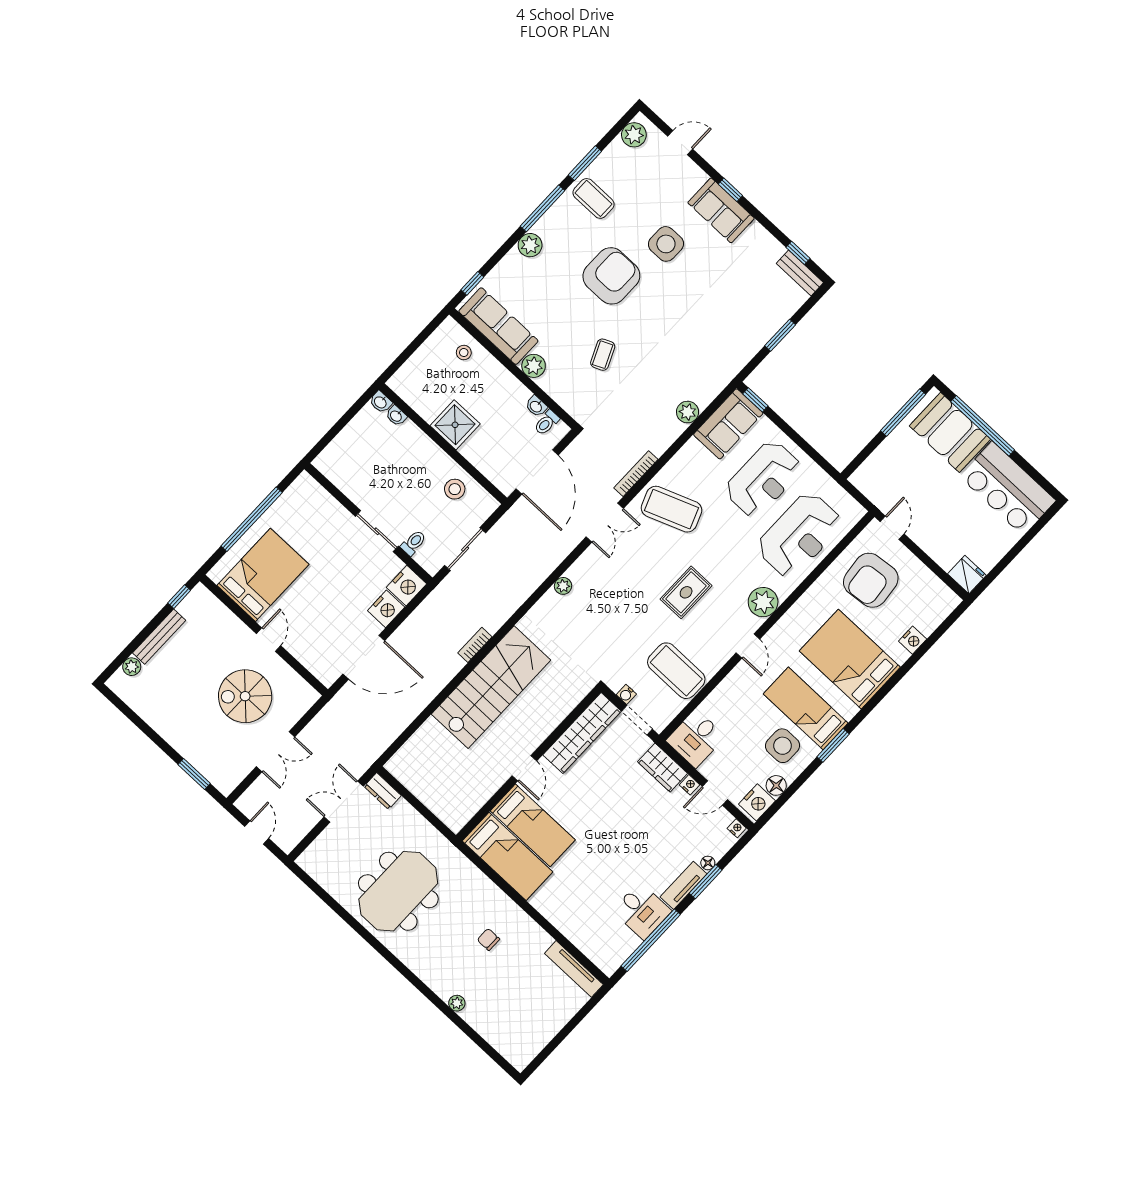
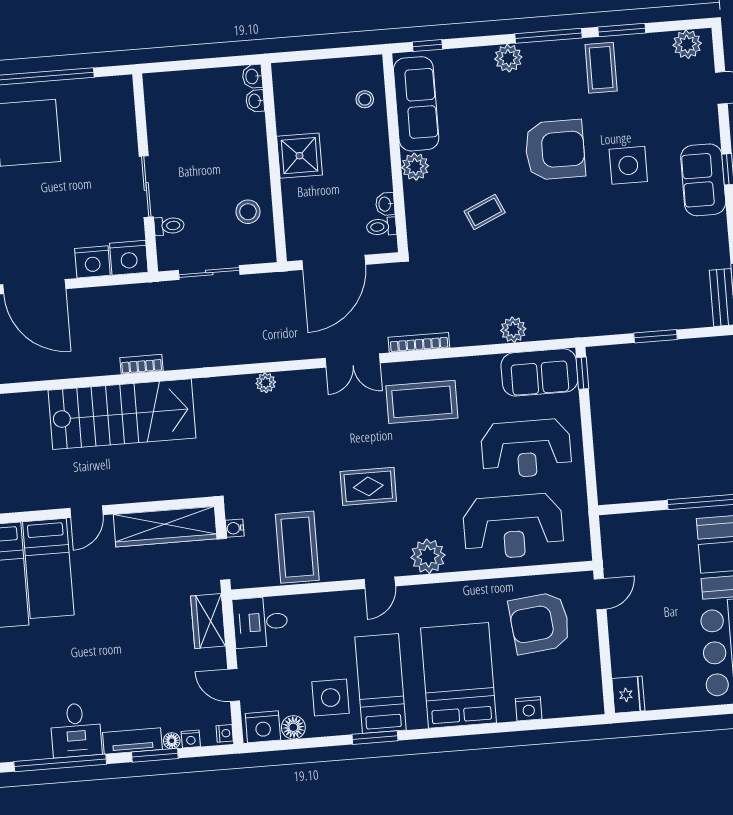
coffee table: (672, 509) -> (422, 402), turned -69
nightstand: (690, 785) -> (191, 739), moved, turned 90

